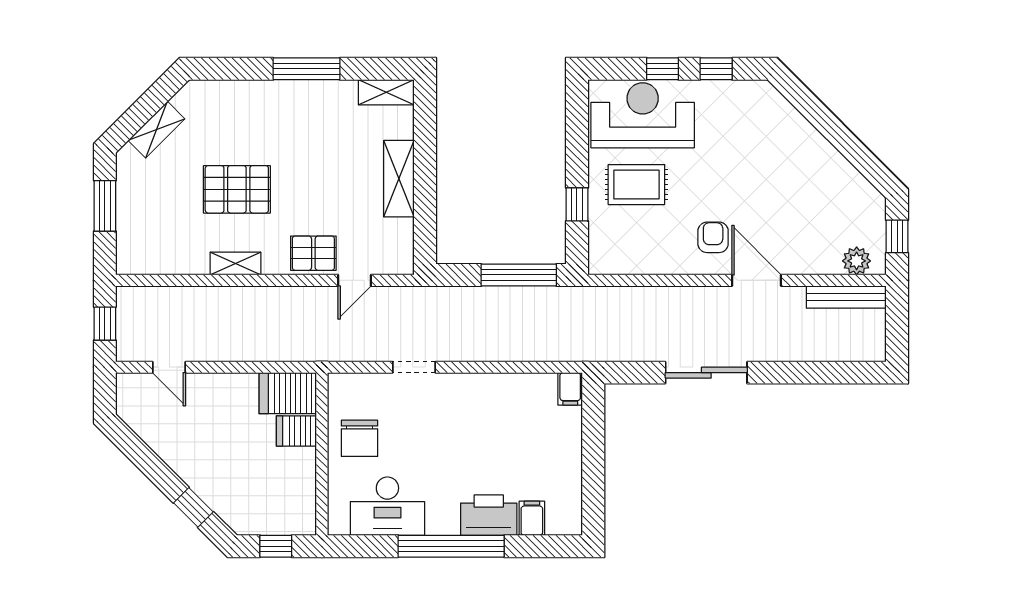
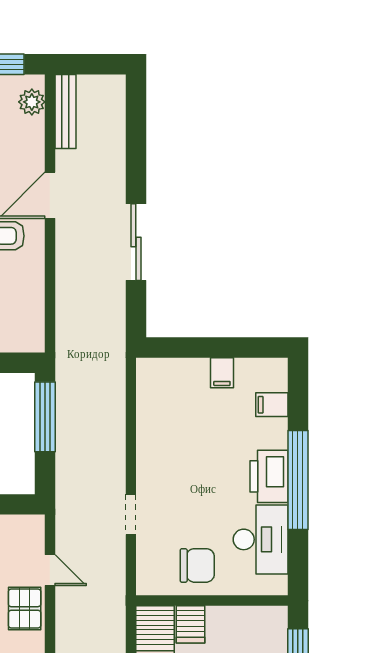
filing cabinet: (570, 389) -> (222, 373), moved, turned 90
printer: (489, 515) -> (269, 476), moved

